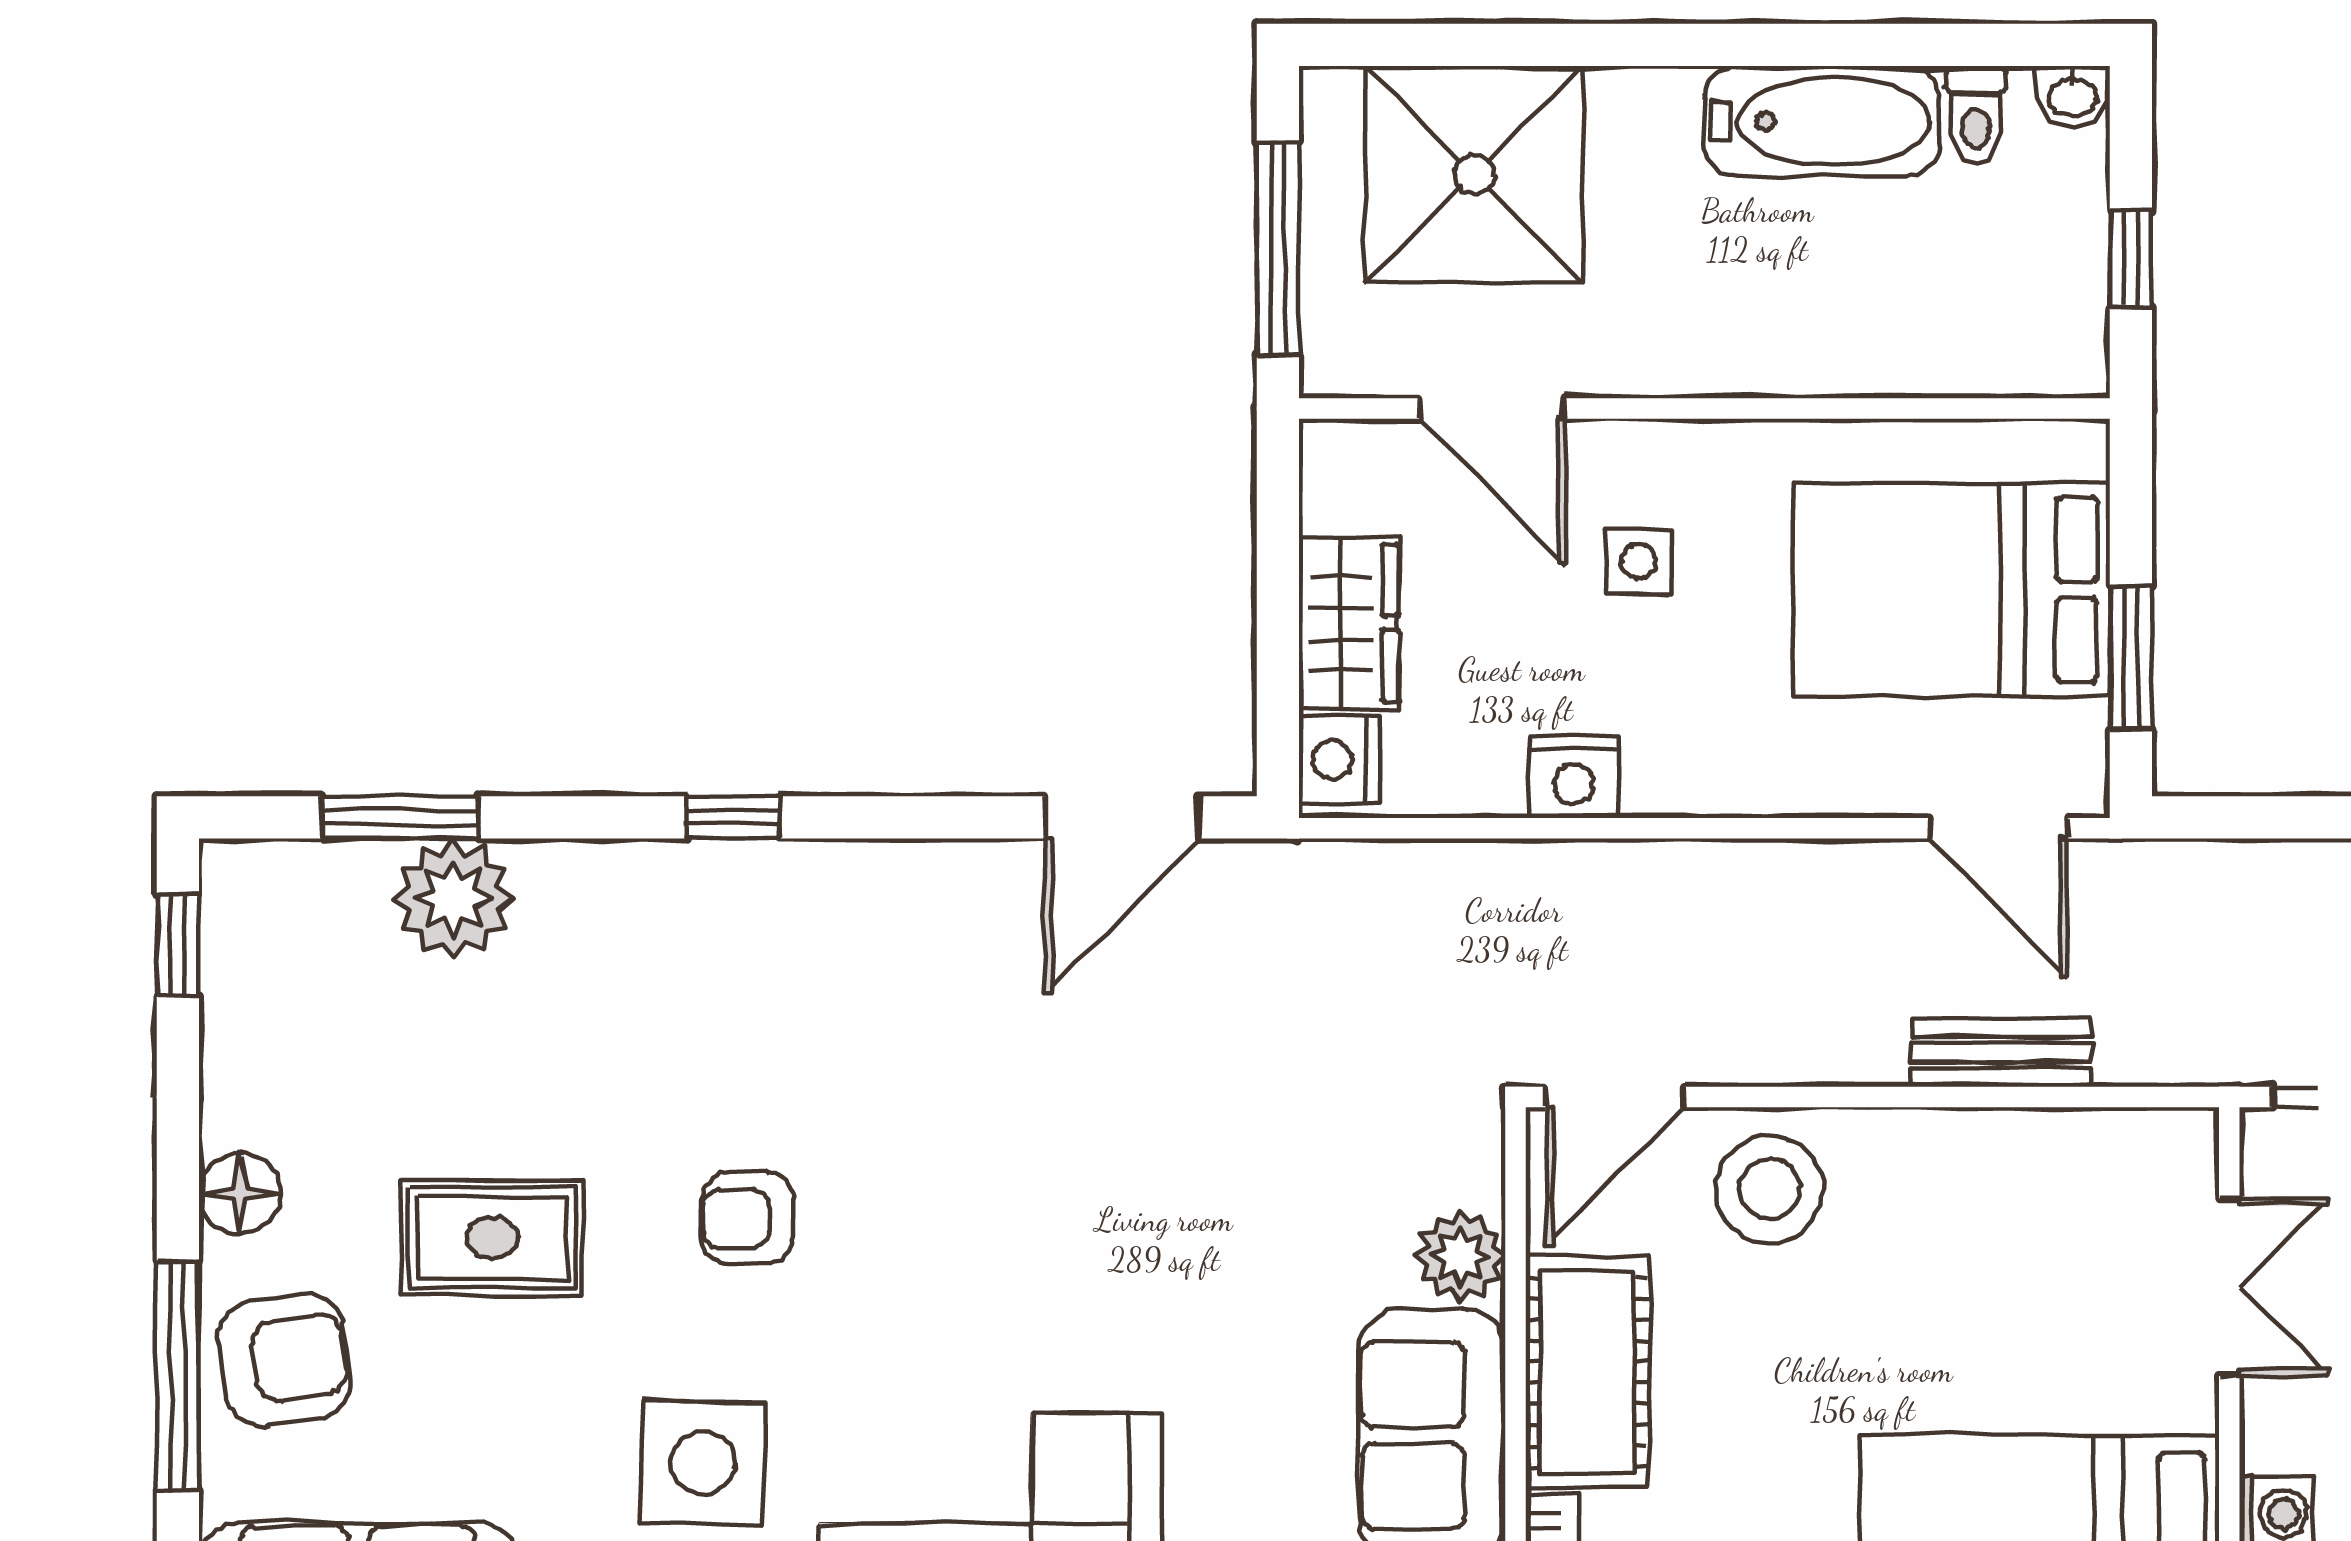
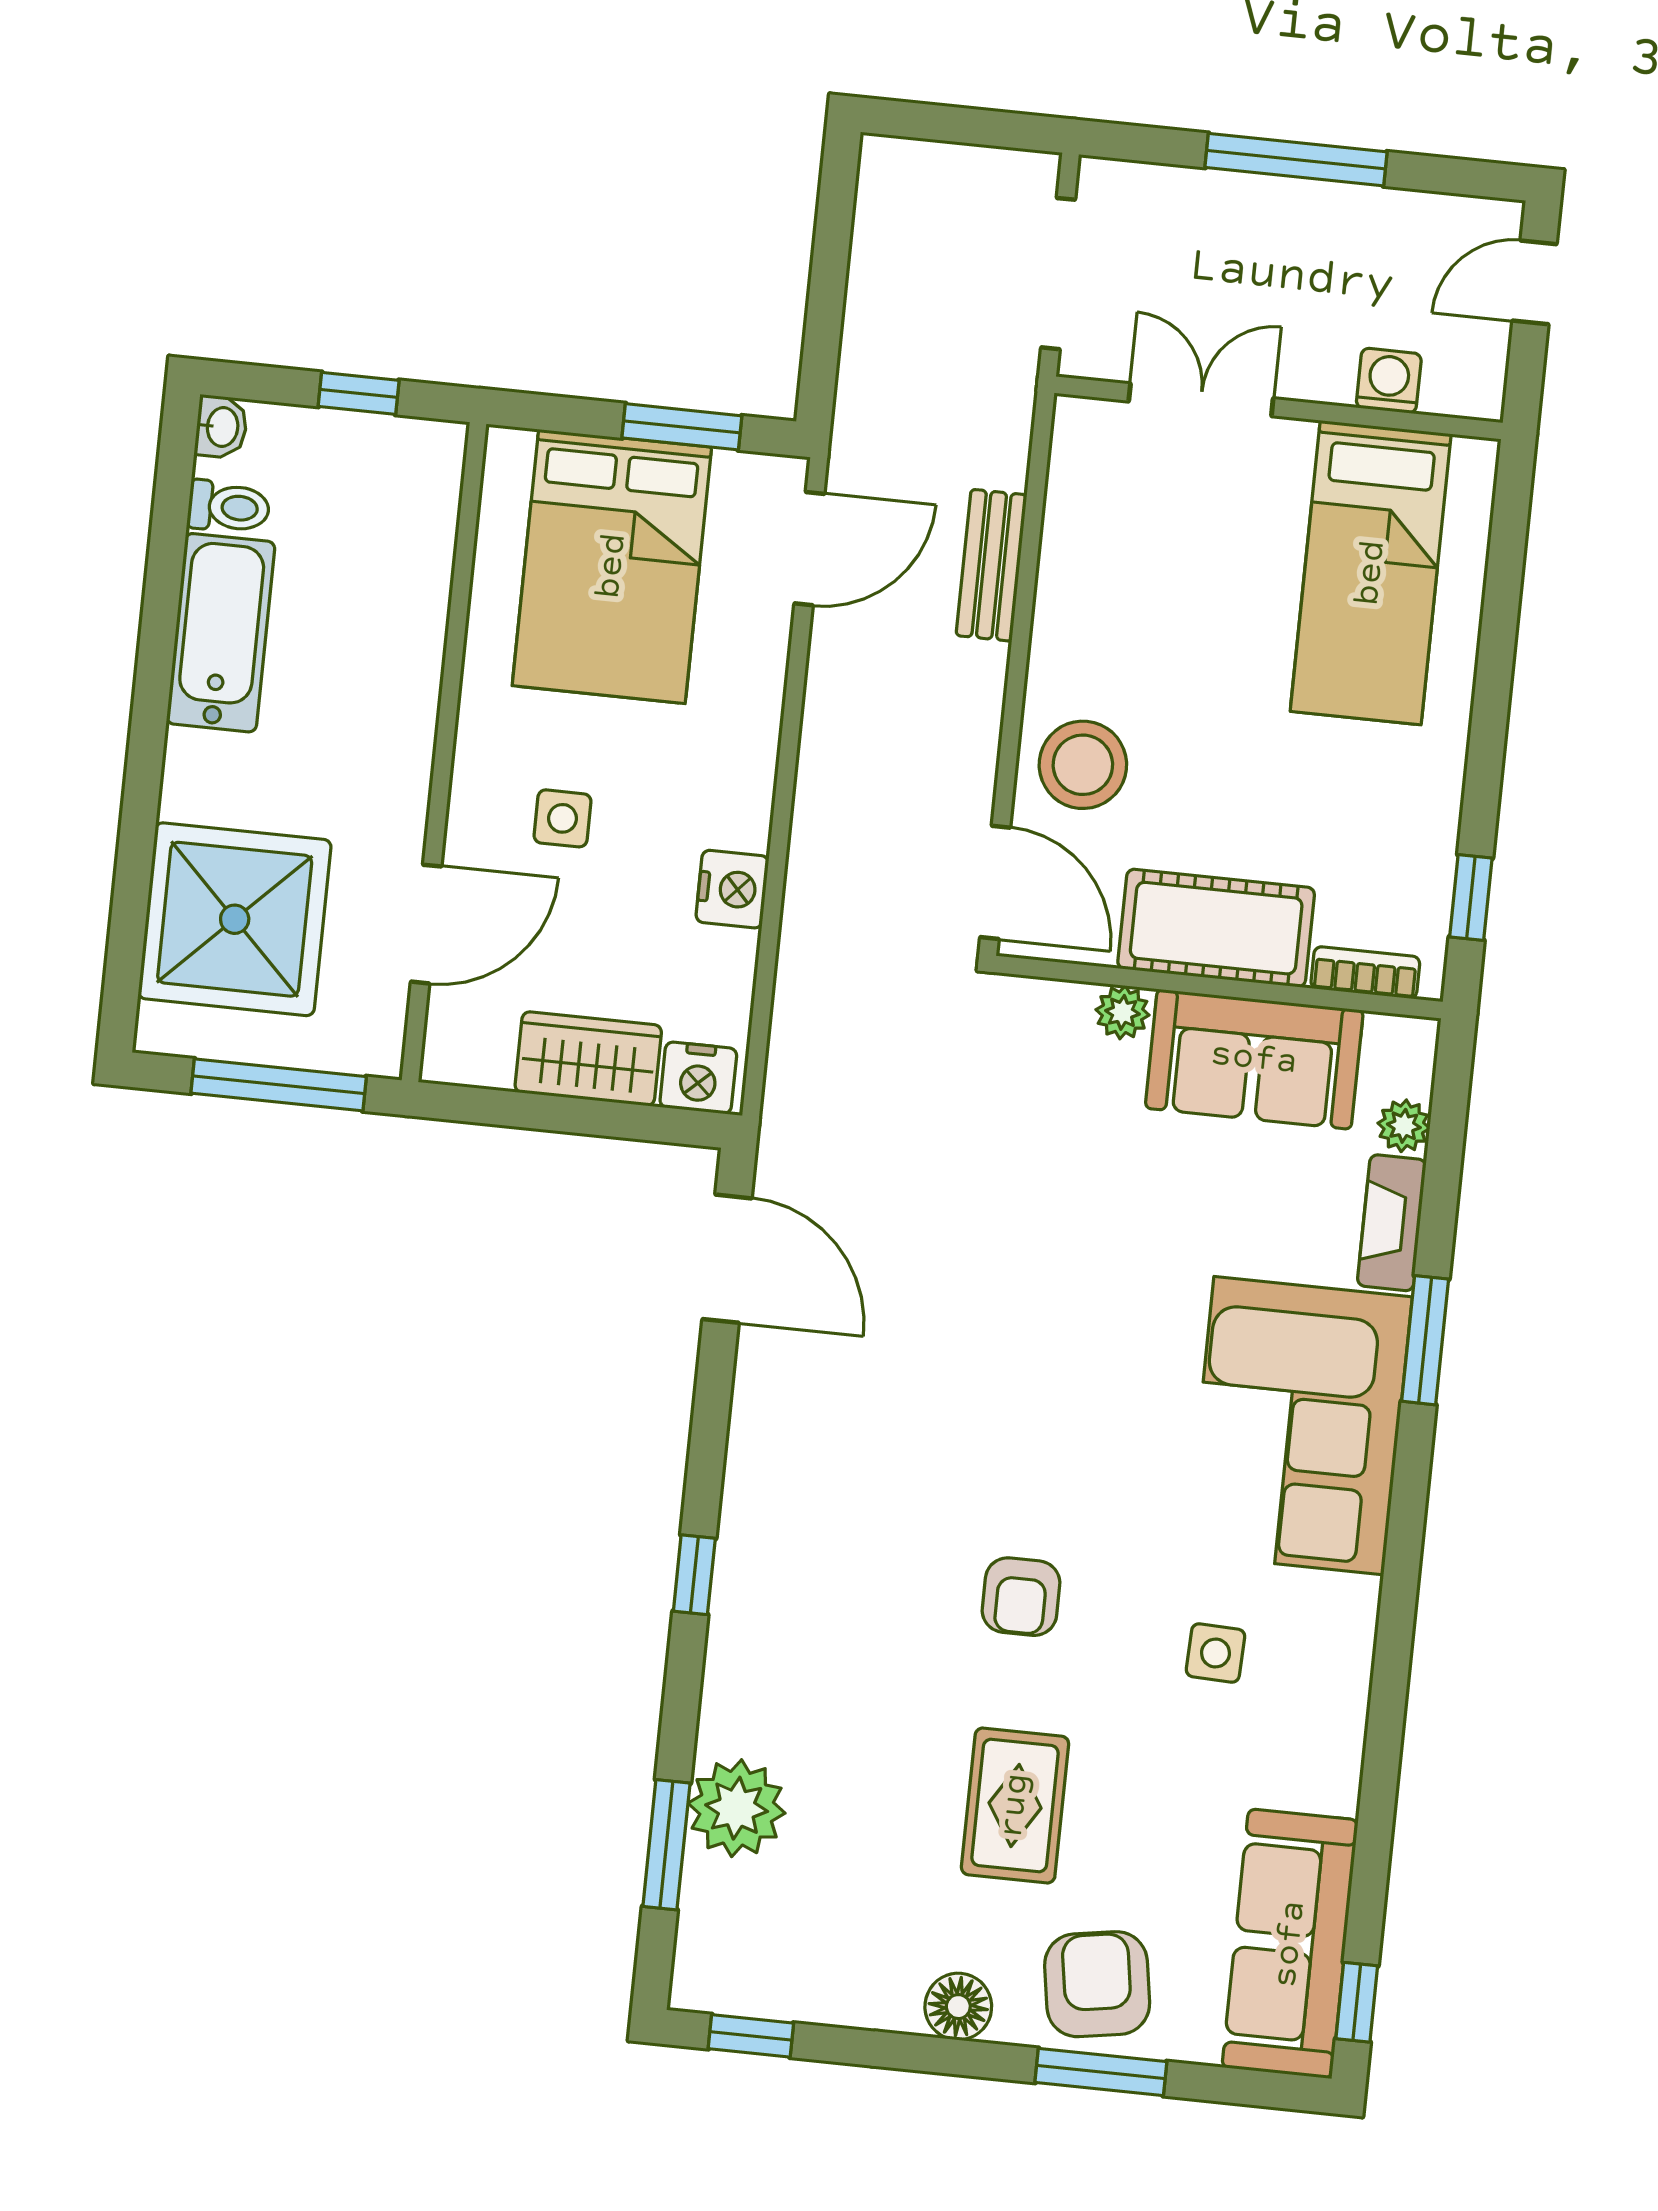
plant: (1460, 1256) -> (1123, 1012), width x0.73, depth x0.73
window: (178, 1376) -> (1101, 2072), width x0.69
side table: (703, 1463) -> (1215, 1653), width x0.54, depth x0.54

